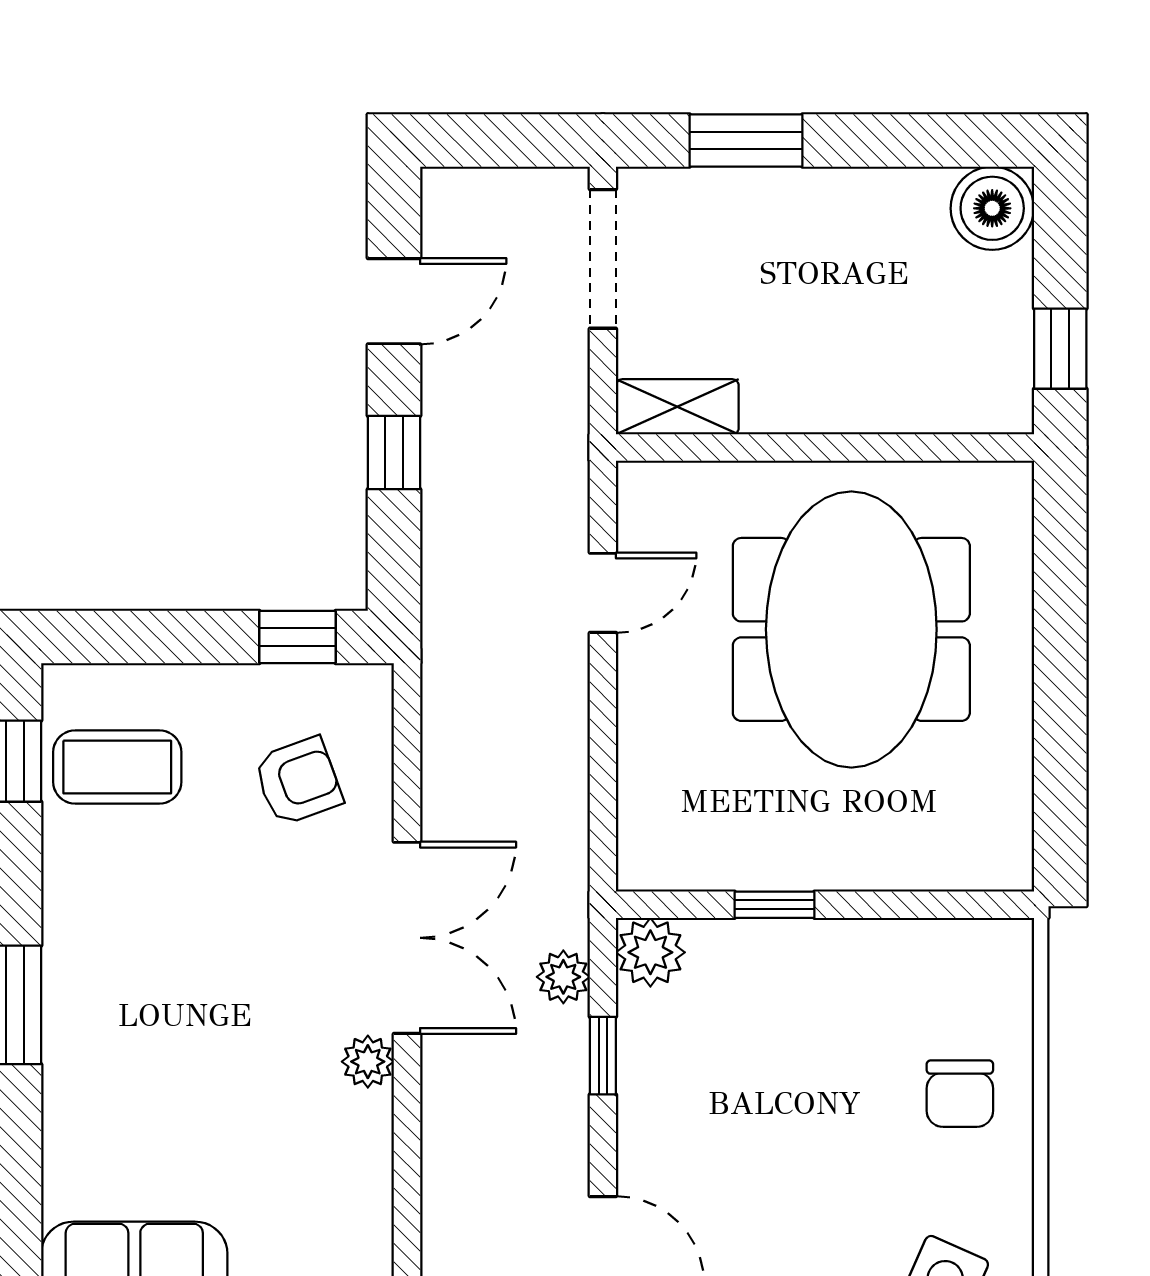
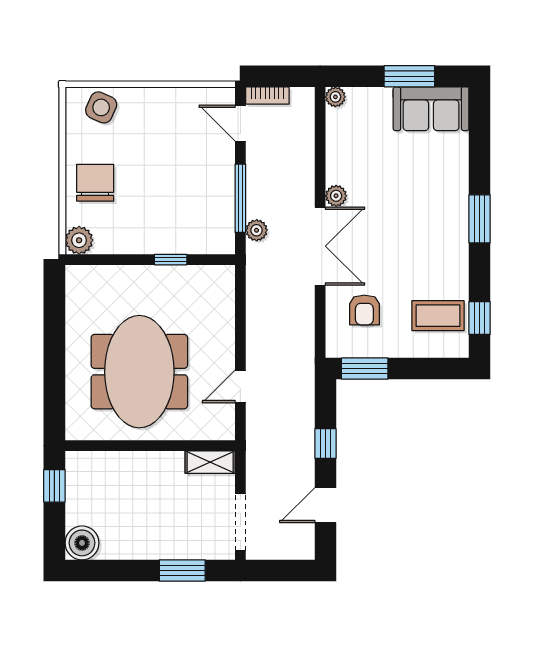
window: (297, 637) -> (365, 369), width x1.50
armchair: (298, 781) -> (364, 310), turned -70
double door: (407, 938) -> (320, 246), swing flipped
plant: (650, 952) -> (79, 240), moved
window: (603, 1056) -> (240, 198), width x2.17
chair: (960, 1094) -> (95, 183), width x1.37, depth x1.37

